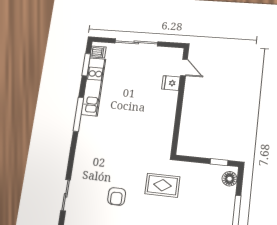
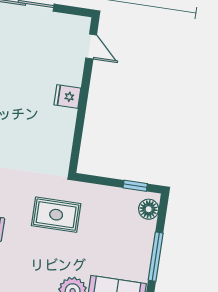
fridge: (171, 83) -> (67, 97), moved

